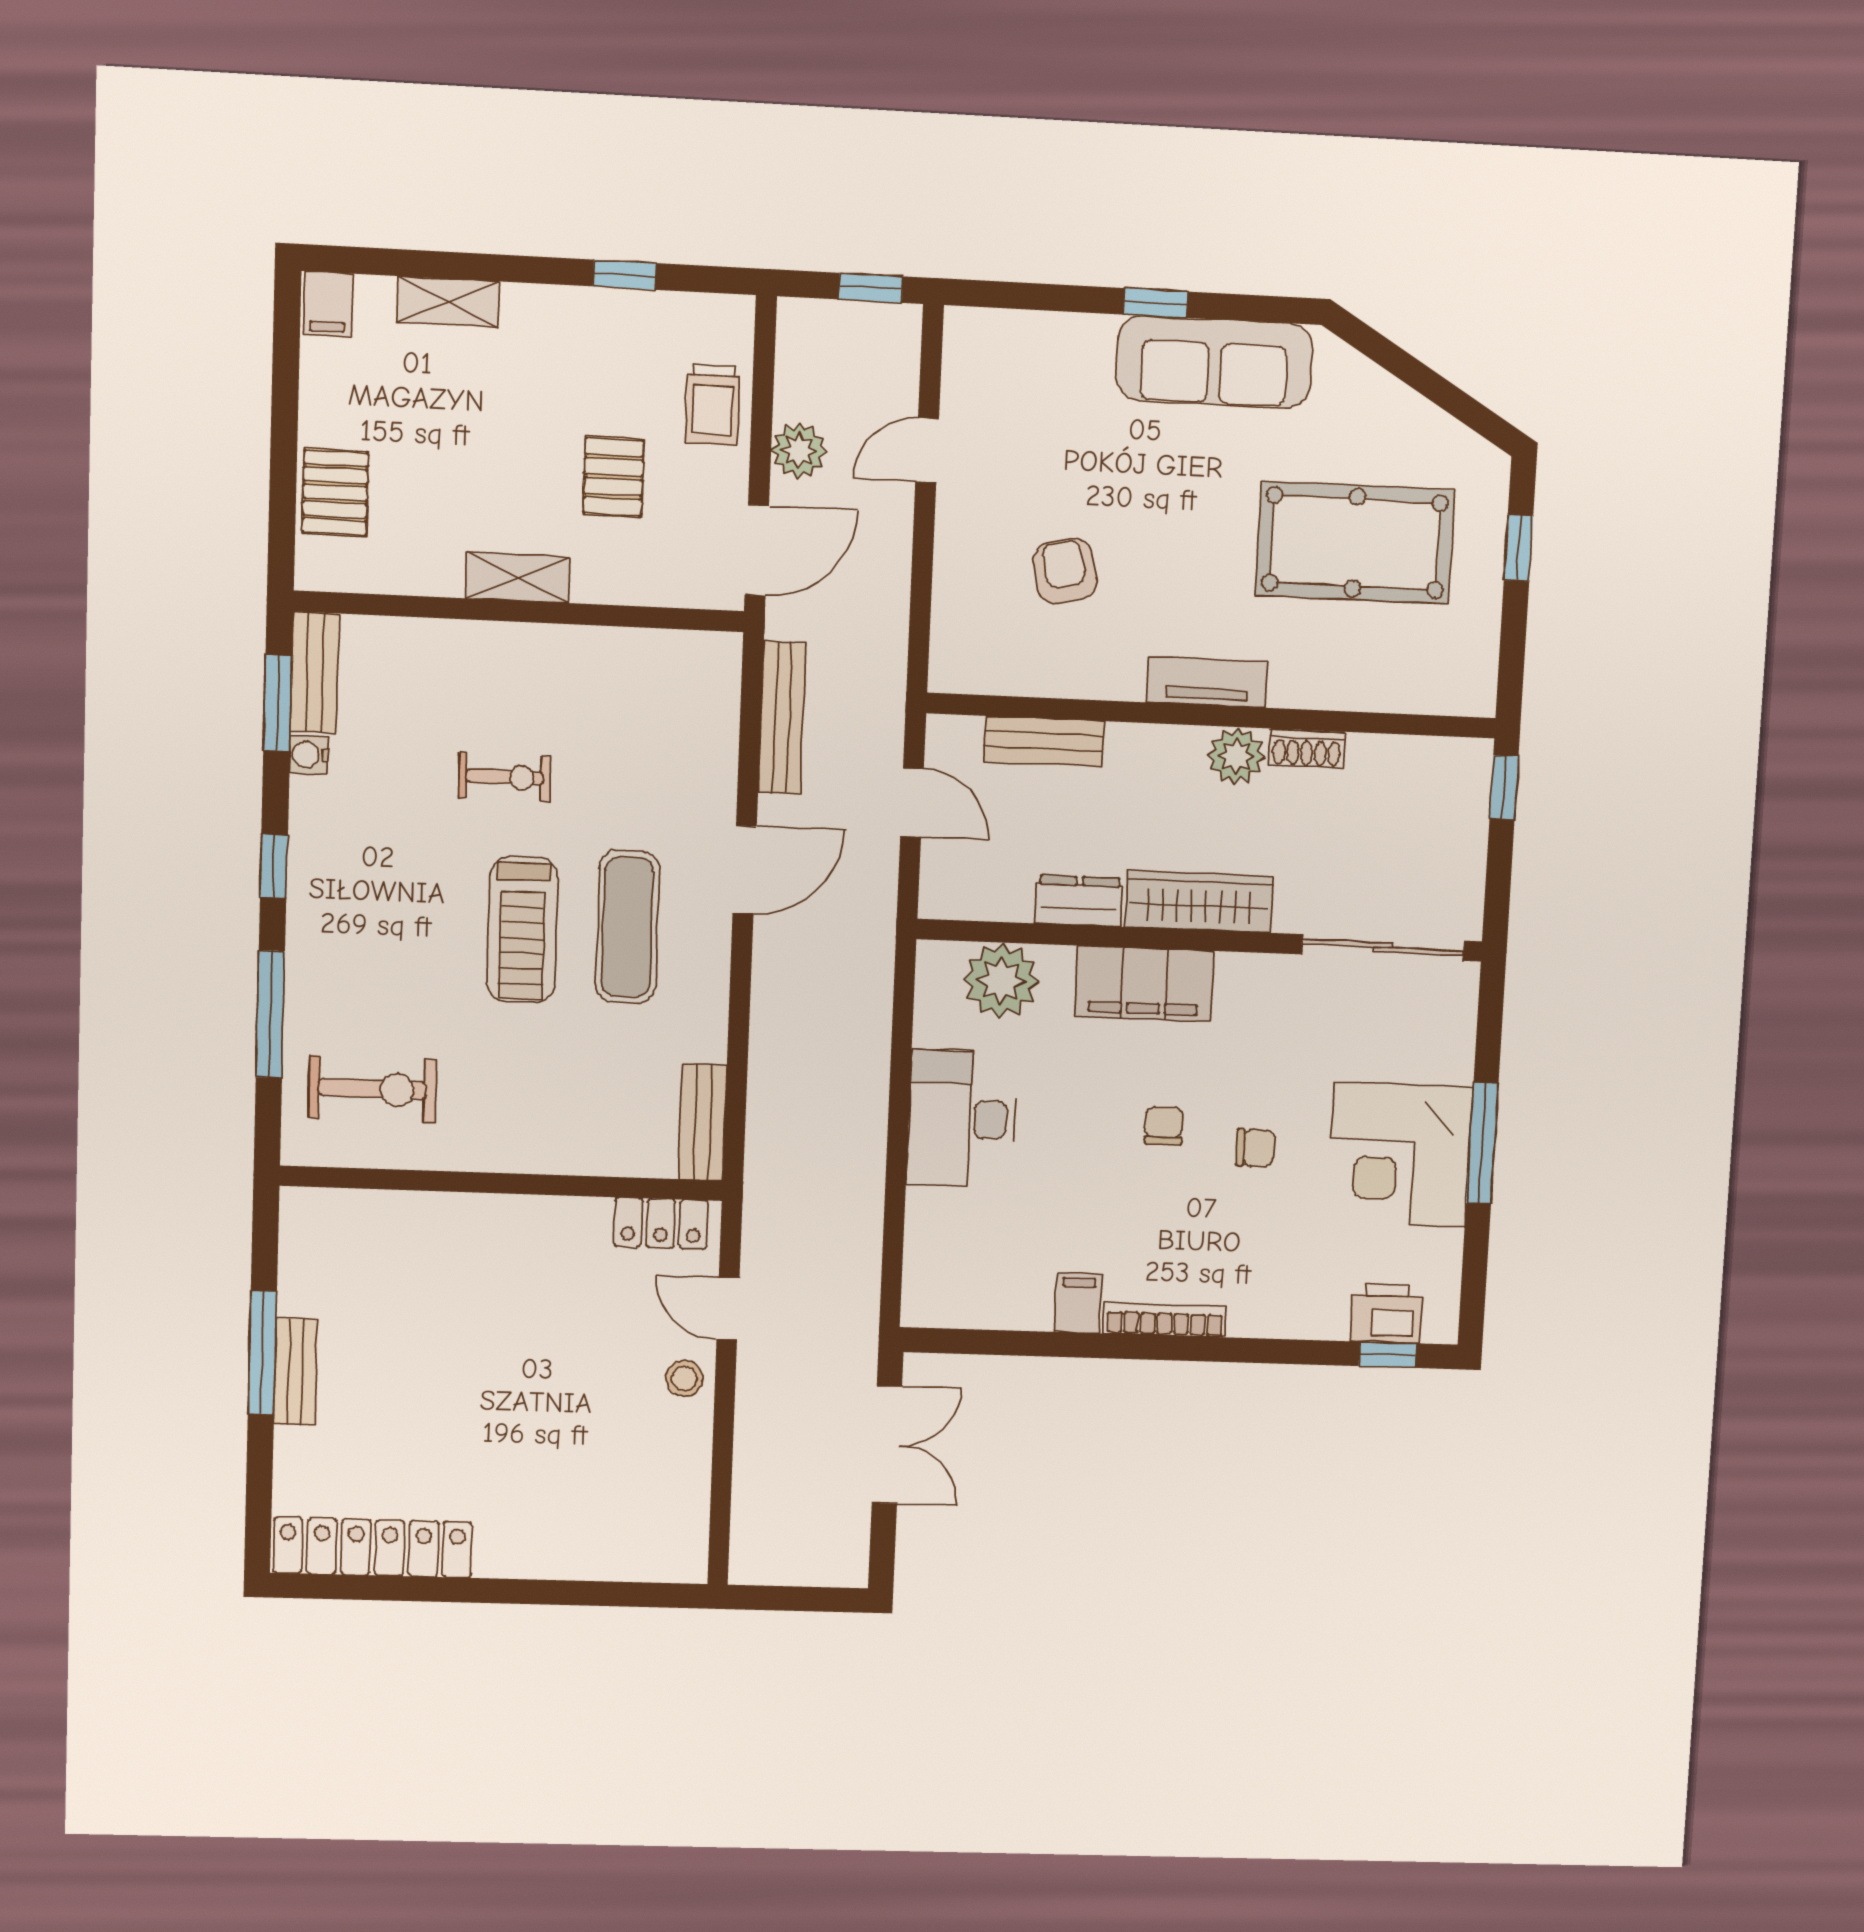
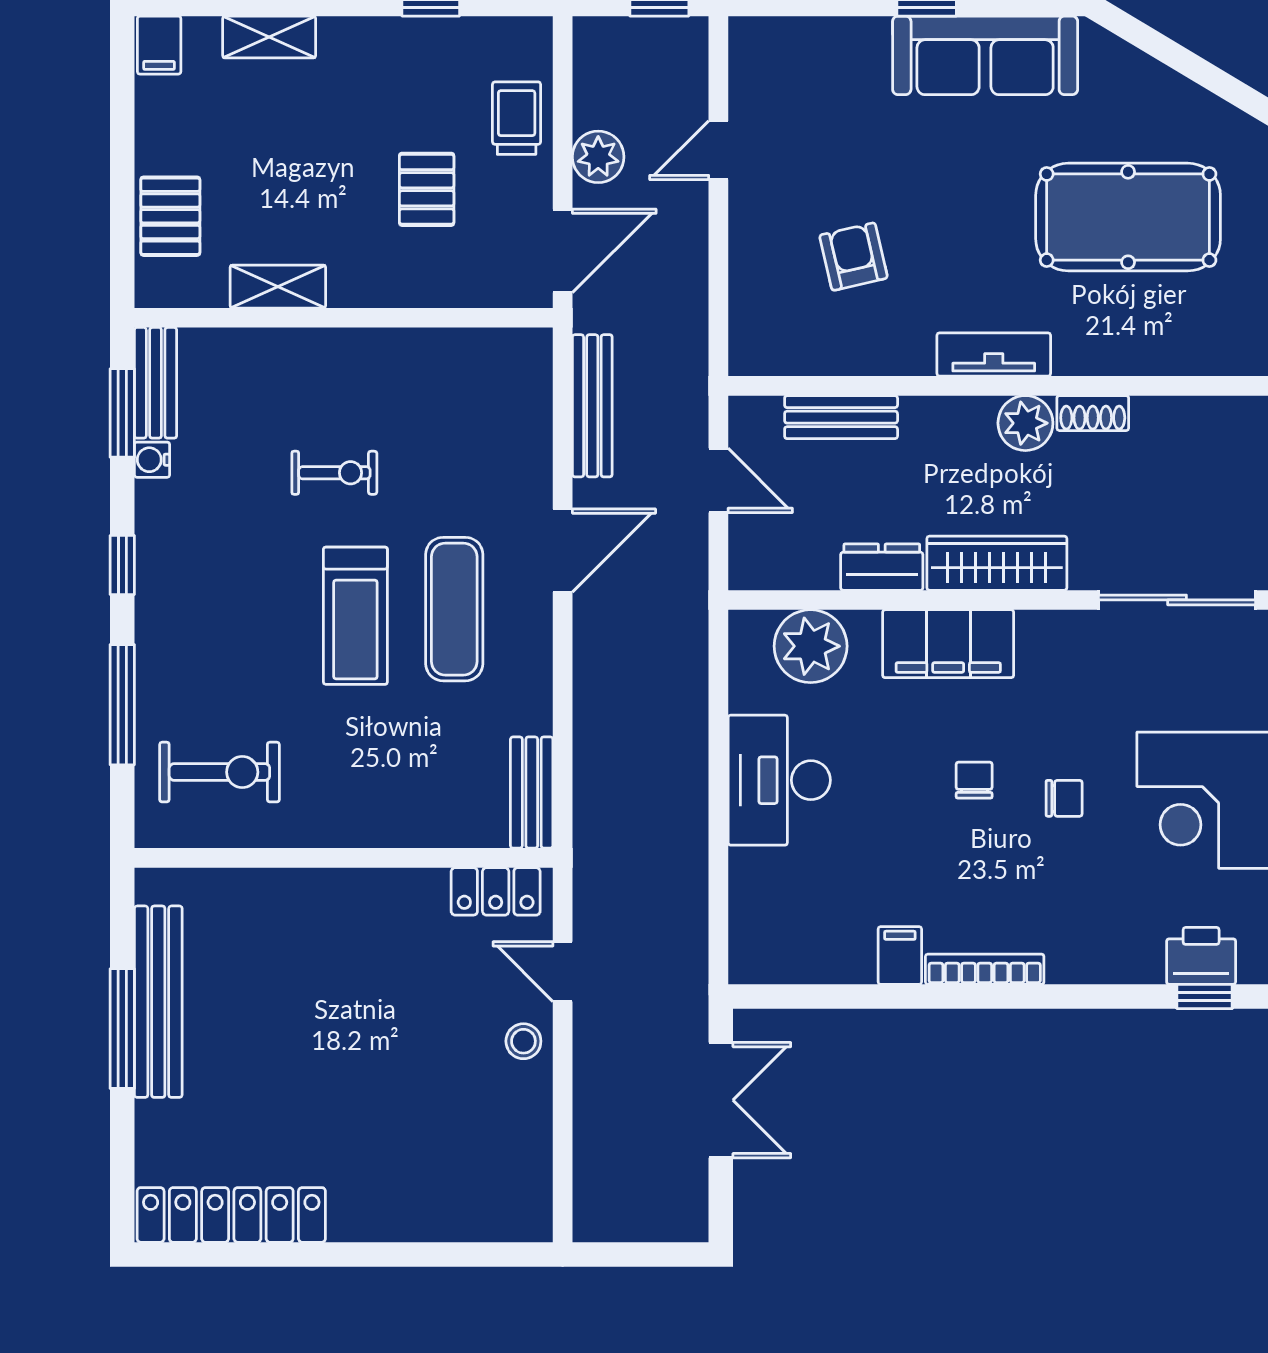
trolley: (713, 404) -> (517, 118), turned 180
shelving: (518, 578) -> (278, 287), moved
bench: (296, 1372) -> (158, 1002), width x1.86, depth x1.21

